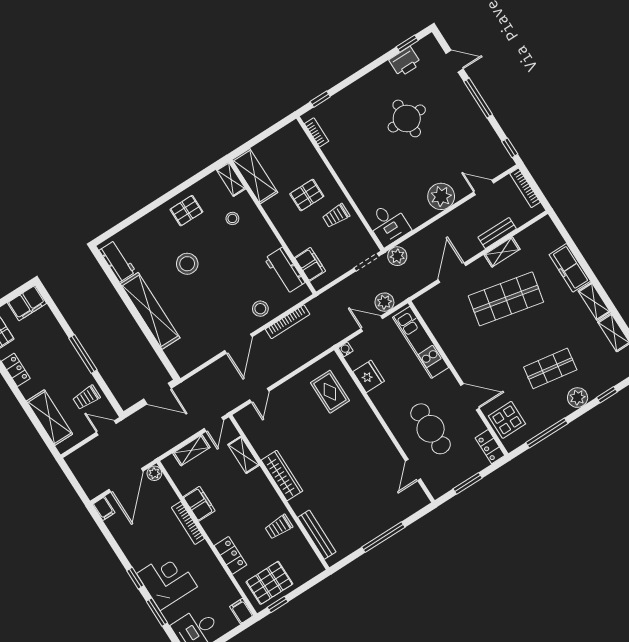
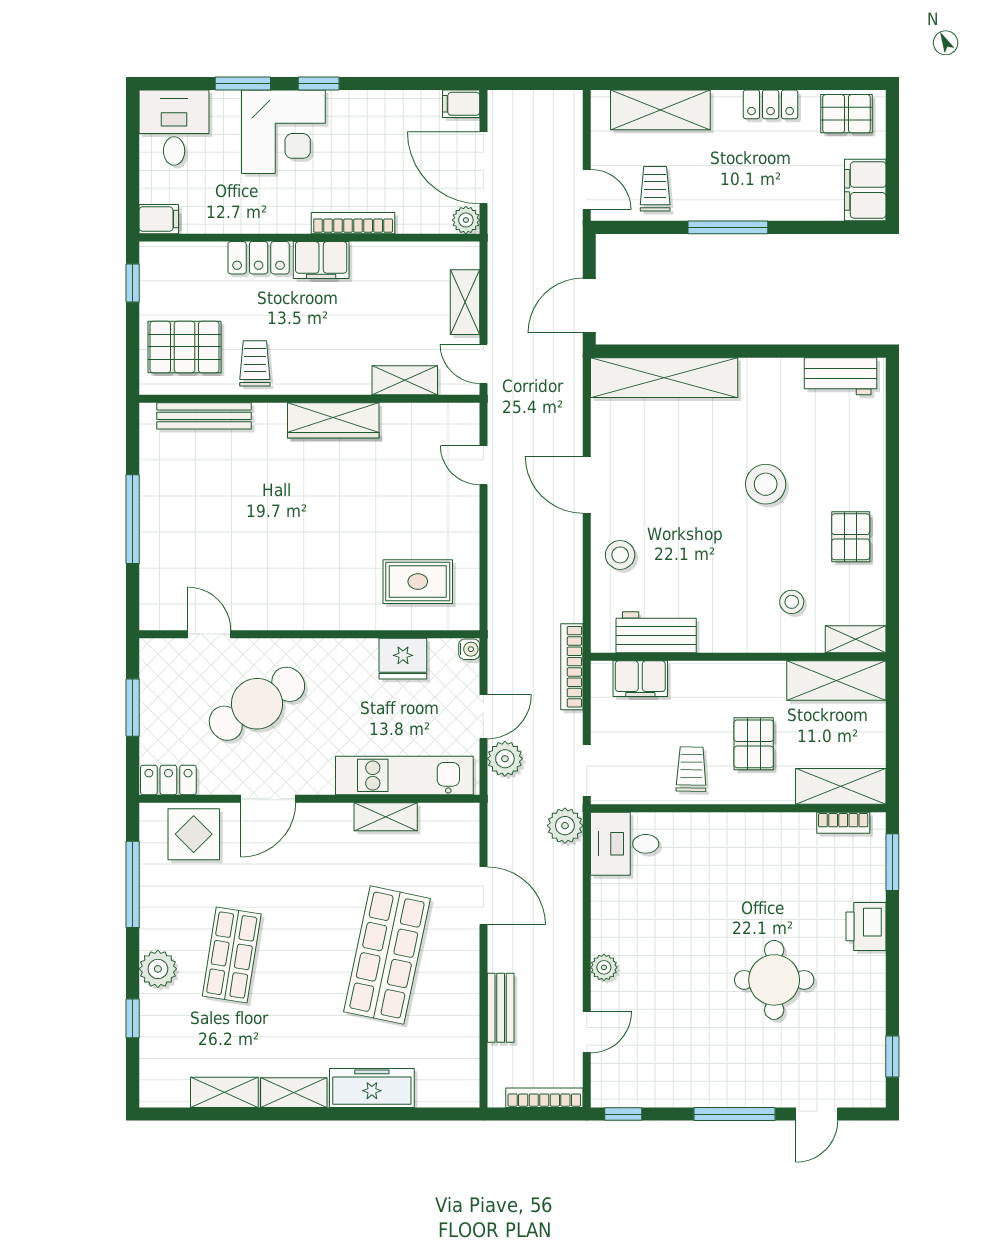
printer: (405, 62) -> (866, 926), moved
window: (320, 99) -> (892, 862), width x1.50
shelving: (301, 144) -> (841, 786), added
plant: (441, 196) -> (604, 967), width x0.53, depth x0.53
shelving: (502, 252) -> (386, 817), moved, turned 90
shelving: (150, 311) -> (664, 378), moved
bookcase: (288, 322) -> (572, 667), moved
door: (106, 428) -> (587, 189), hinge flipped
cafe table: (431, 429) -> (257, 704), turned -32
filing cabinet: (199, 504) -> (321, 260), moved
pallet: (269, 583) -> (184, 347), moved, turned 90

